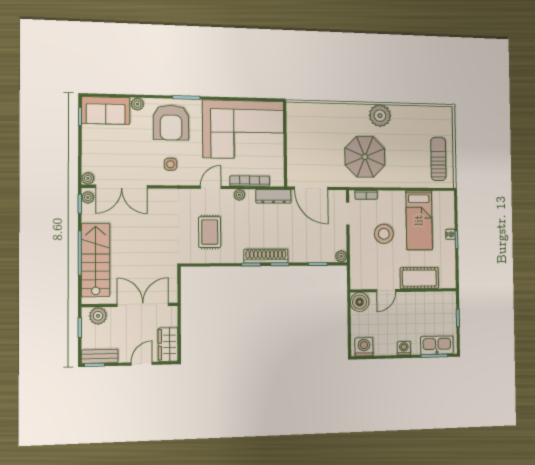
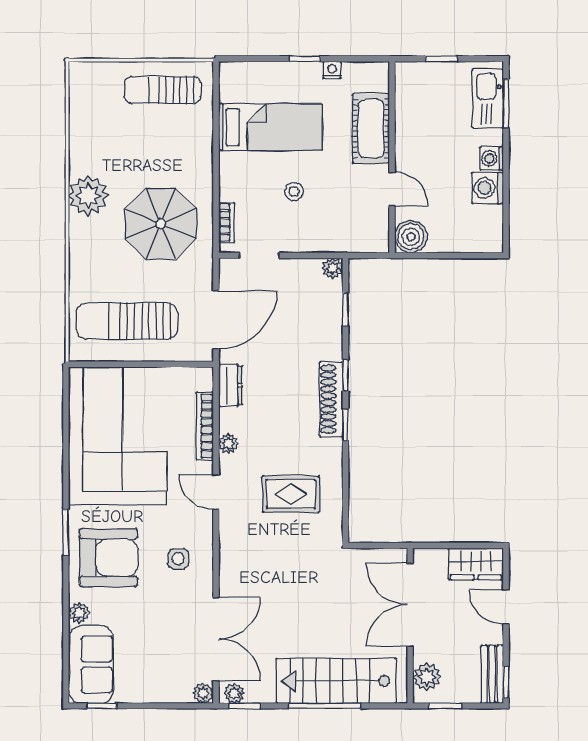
sun lounger: (310, 136) -> (127, 321), added
dresser: (273, 196) -> (230, 385), width x0.70
stool: (384, 234) -> (294, 192), width x0.53, depth x0.53
nightstand: (450, 234) -> (332, 70), moved
washing machine: (364, 347) -> (488, 188), moved

